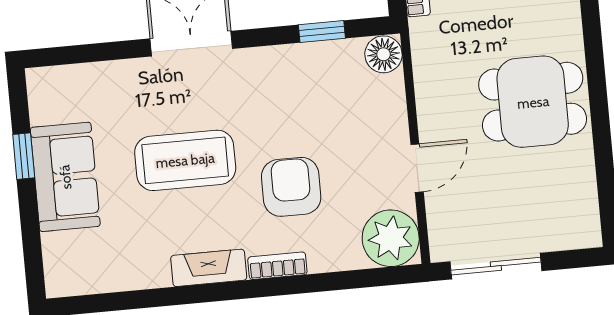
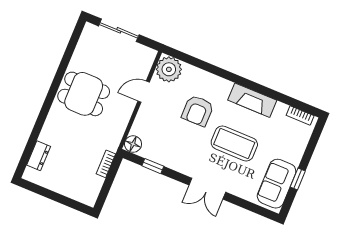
sofa: (65, 177) -> (277, 184), moved
bookcase: (277, 266) -> (300, 116), moved
sliding door: (496, 266) -> (119, 30), moved
fireplace: (209, 268) -> (252, 100), width x1.37, depth x1.32

